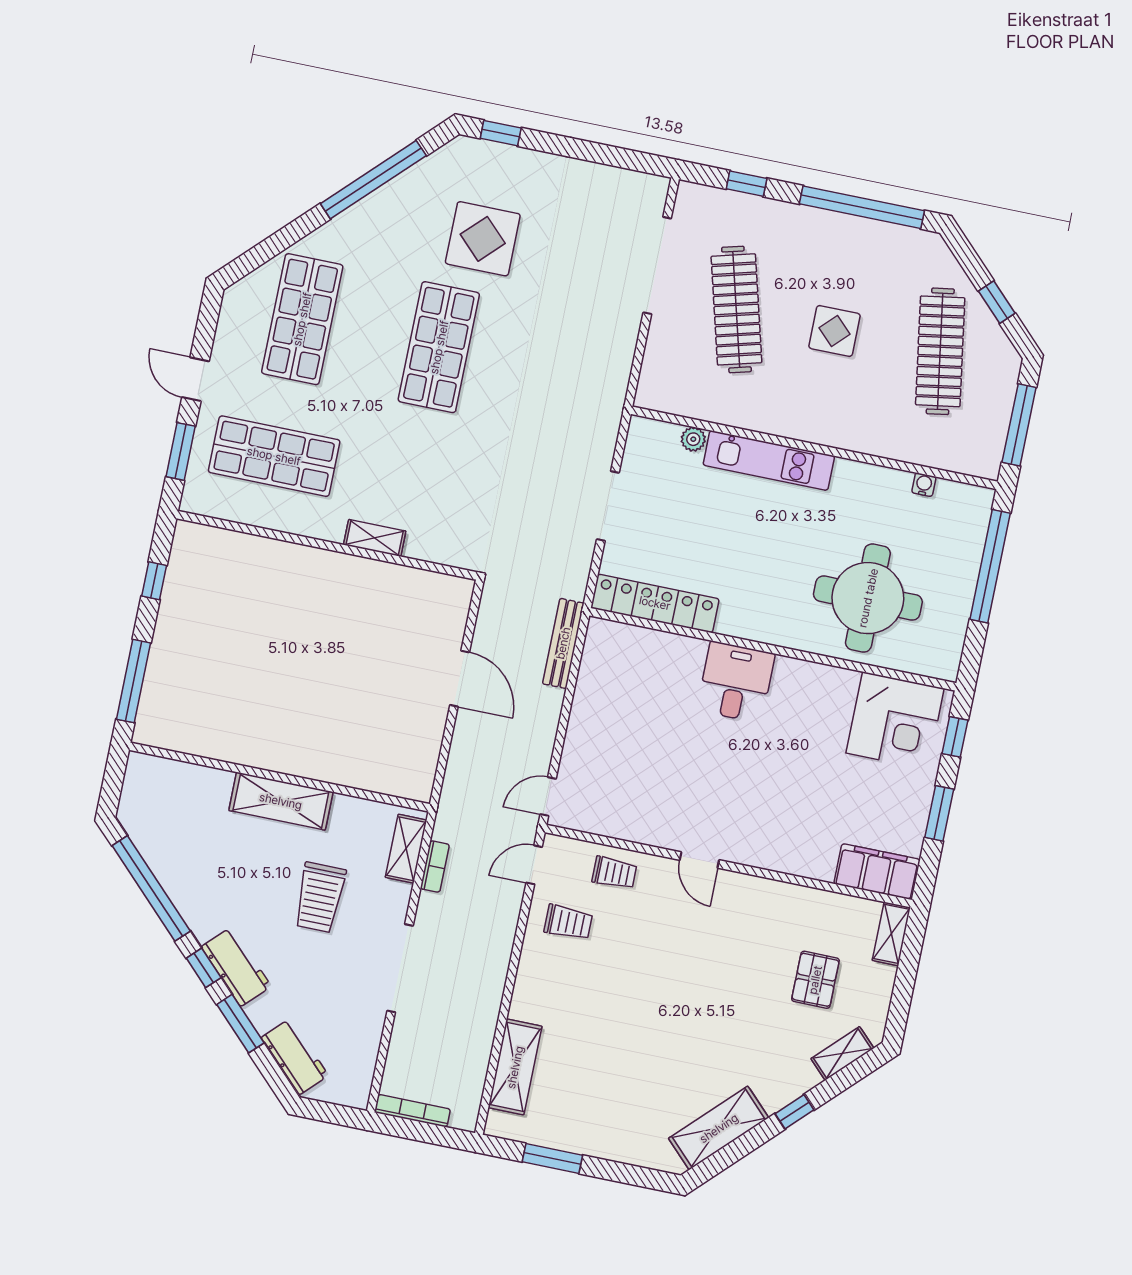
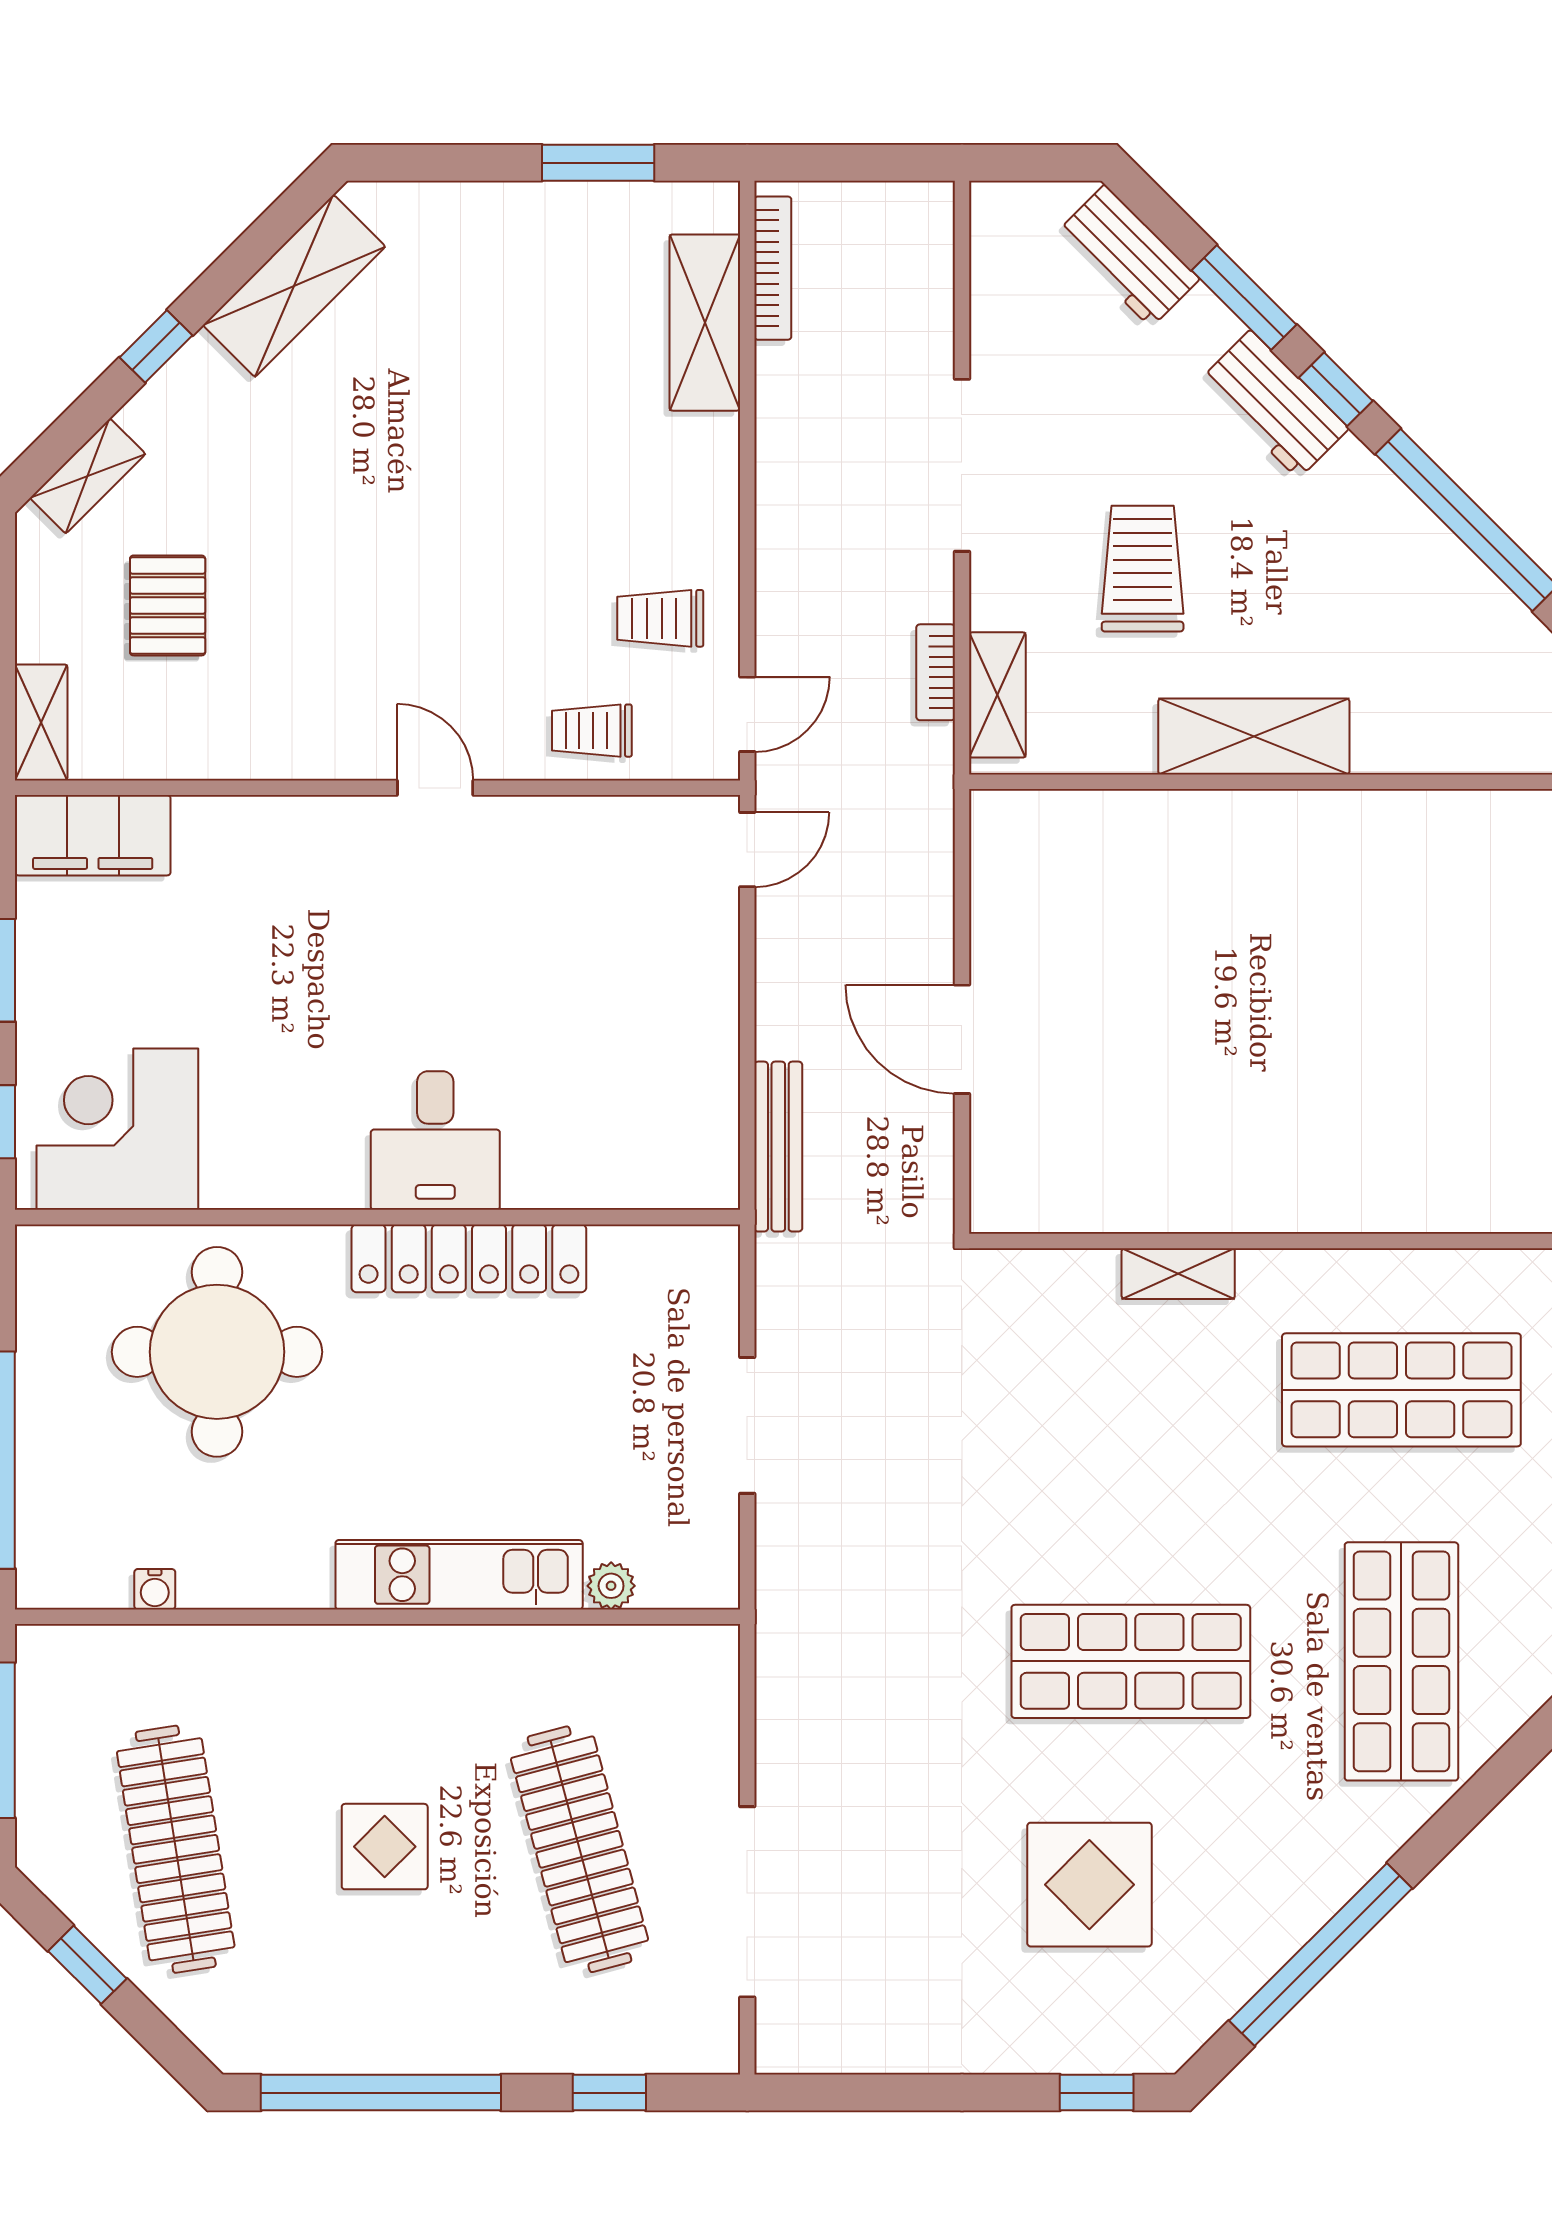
shop shelf: (439, 347) -> (1131, 1661), turned 90
locker: (655, 603) -> (469, 1258), moved
bookcase: (412, 1111) -> (773, 268), moved, turned -90

